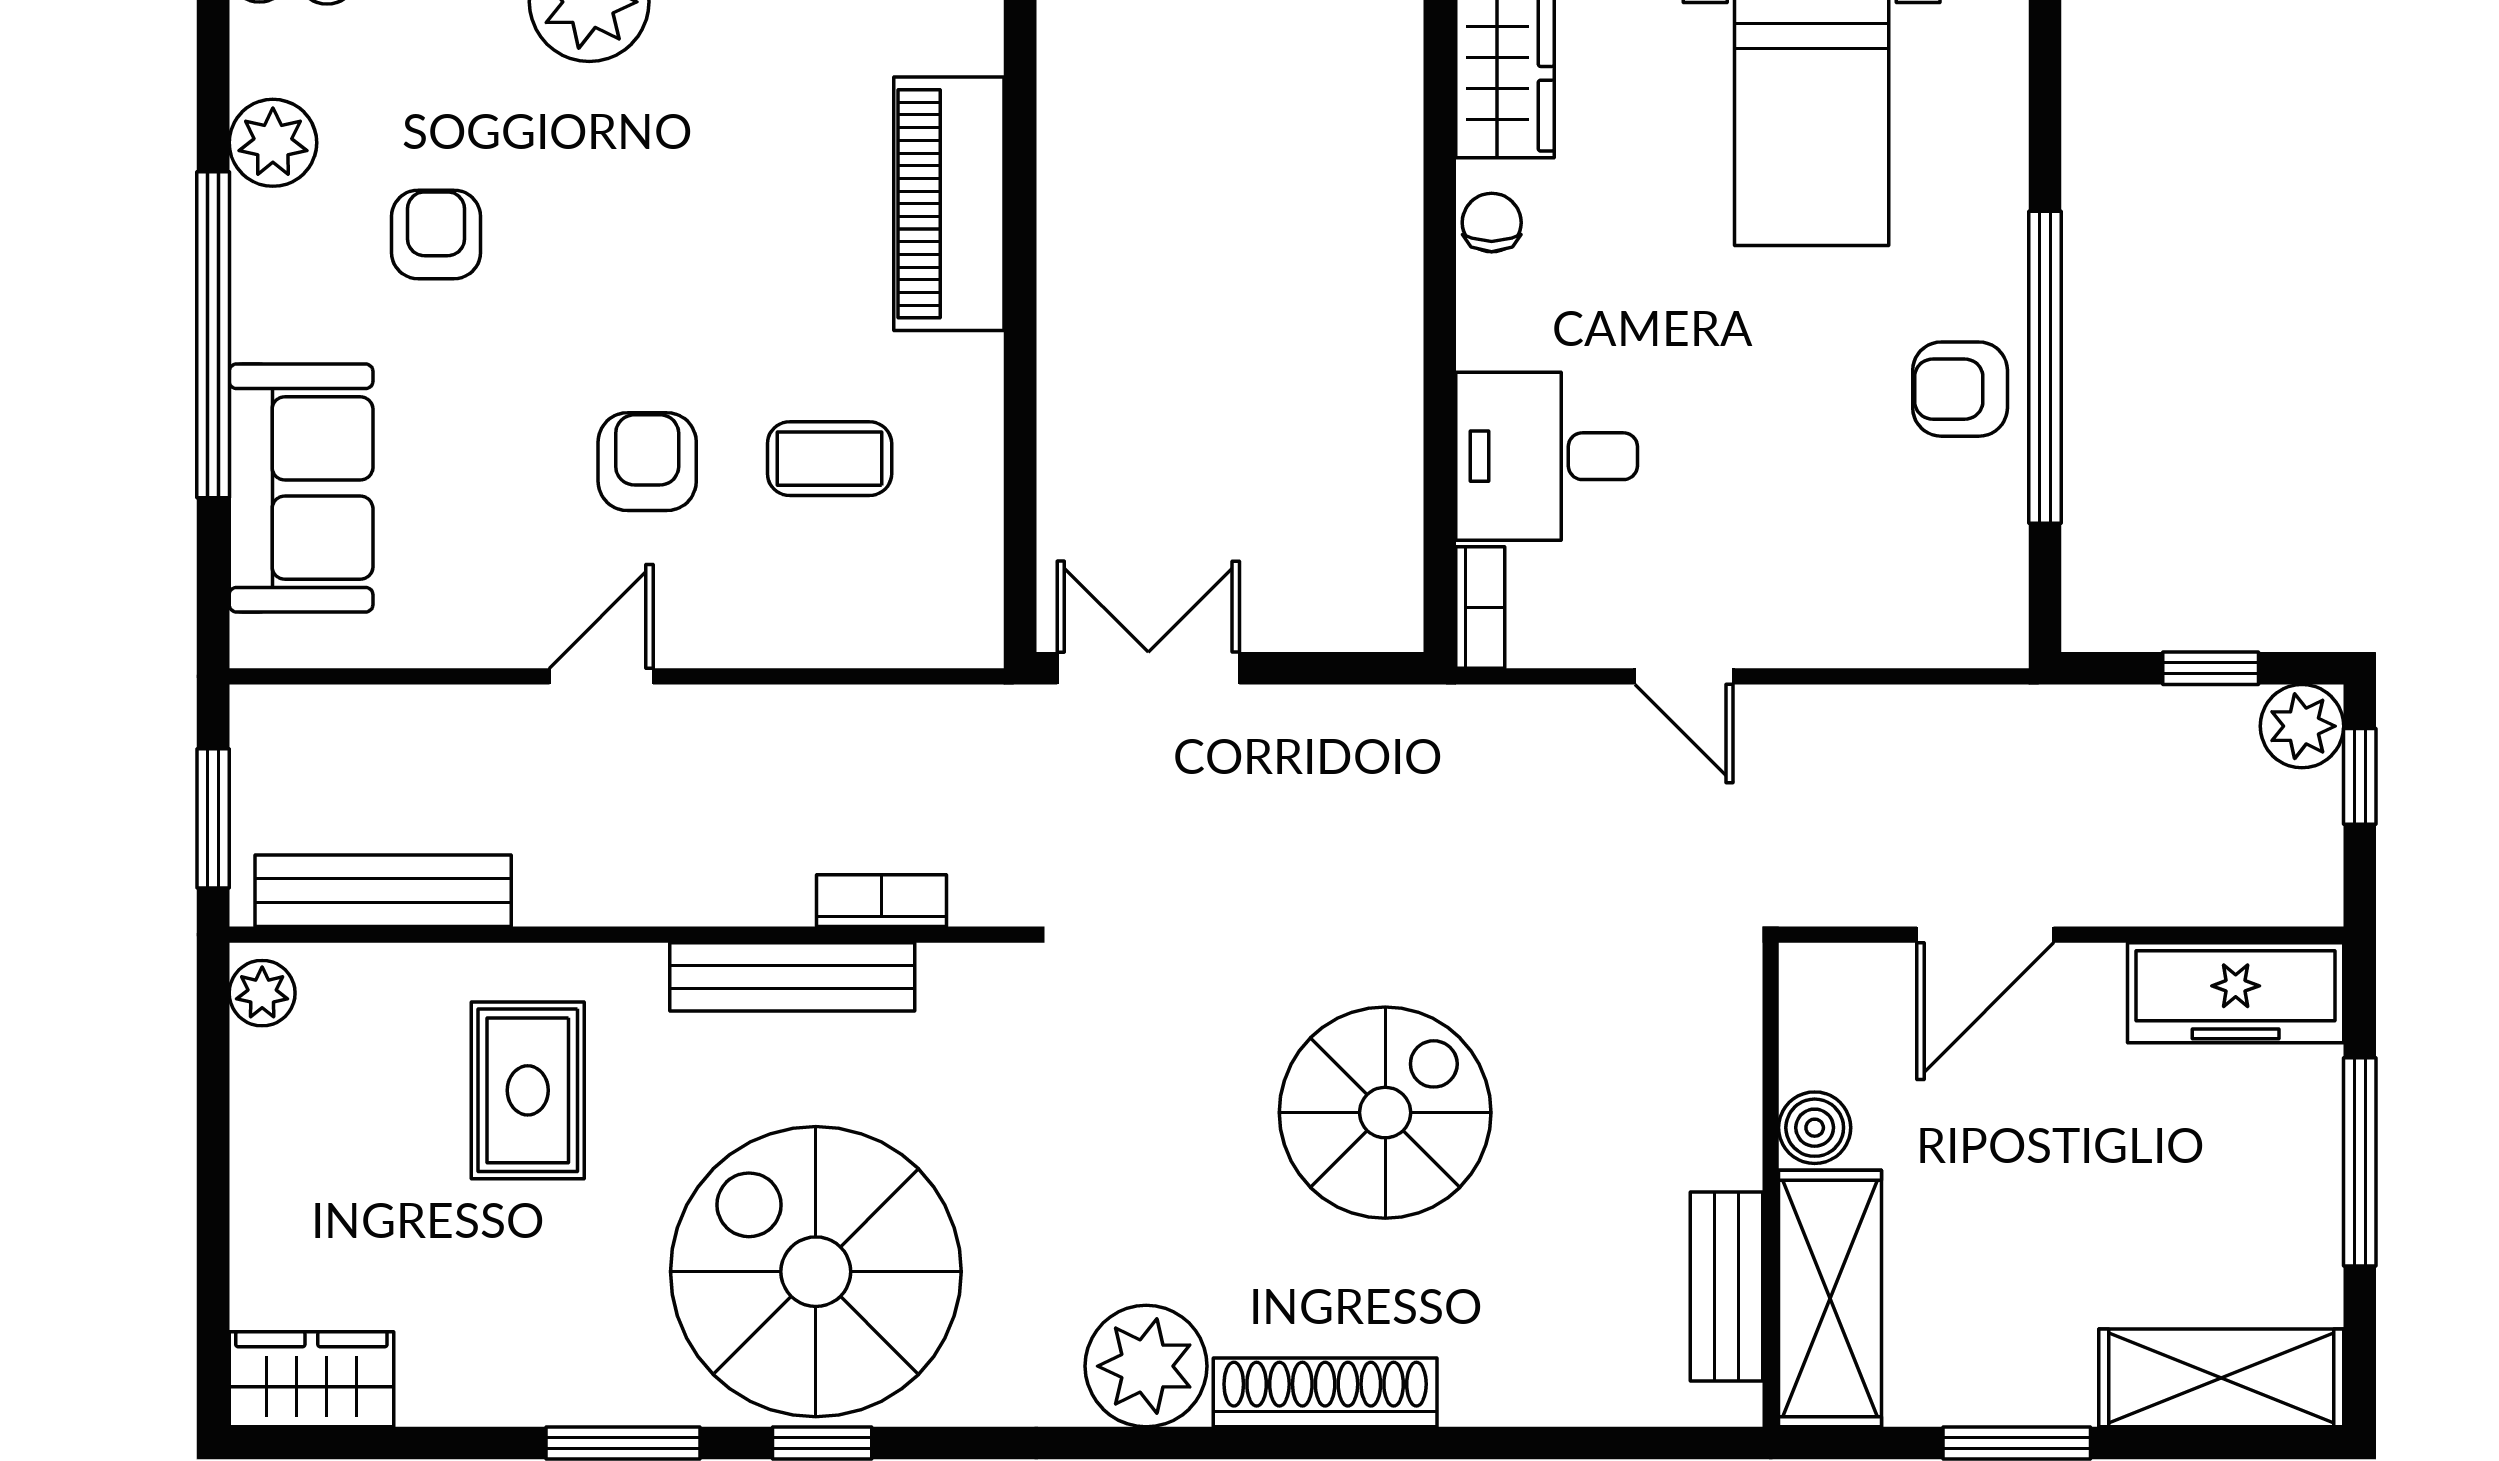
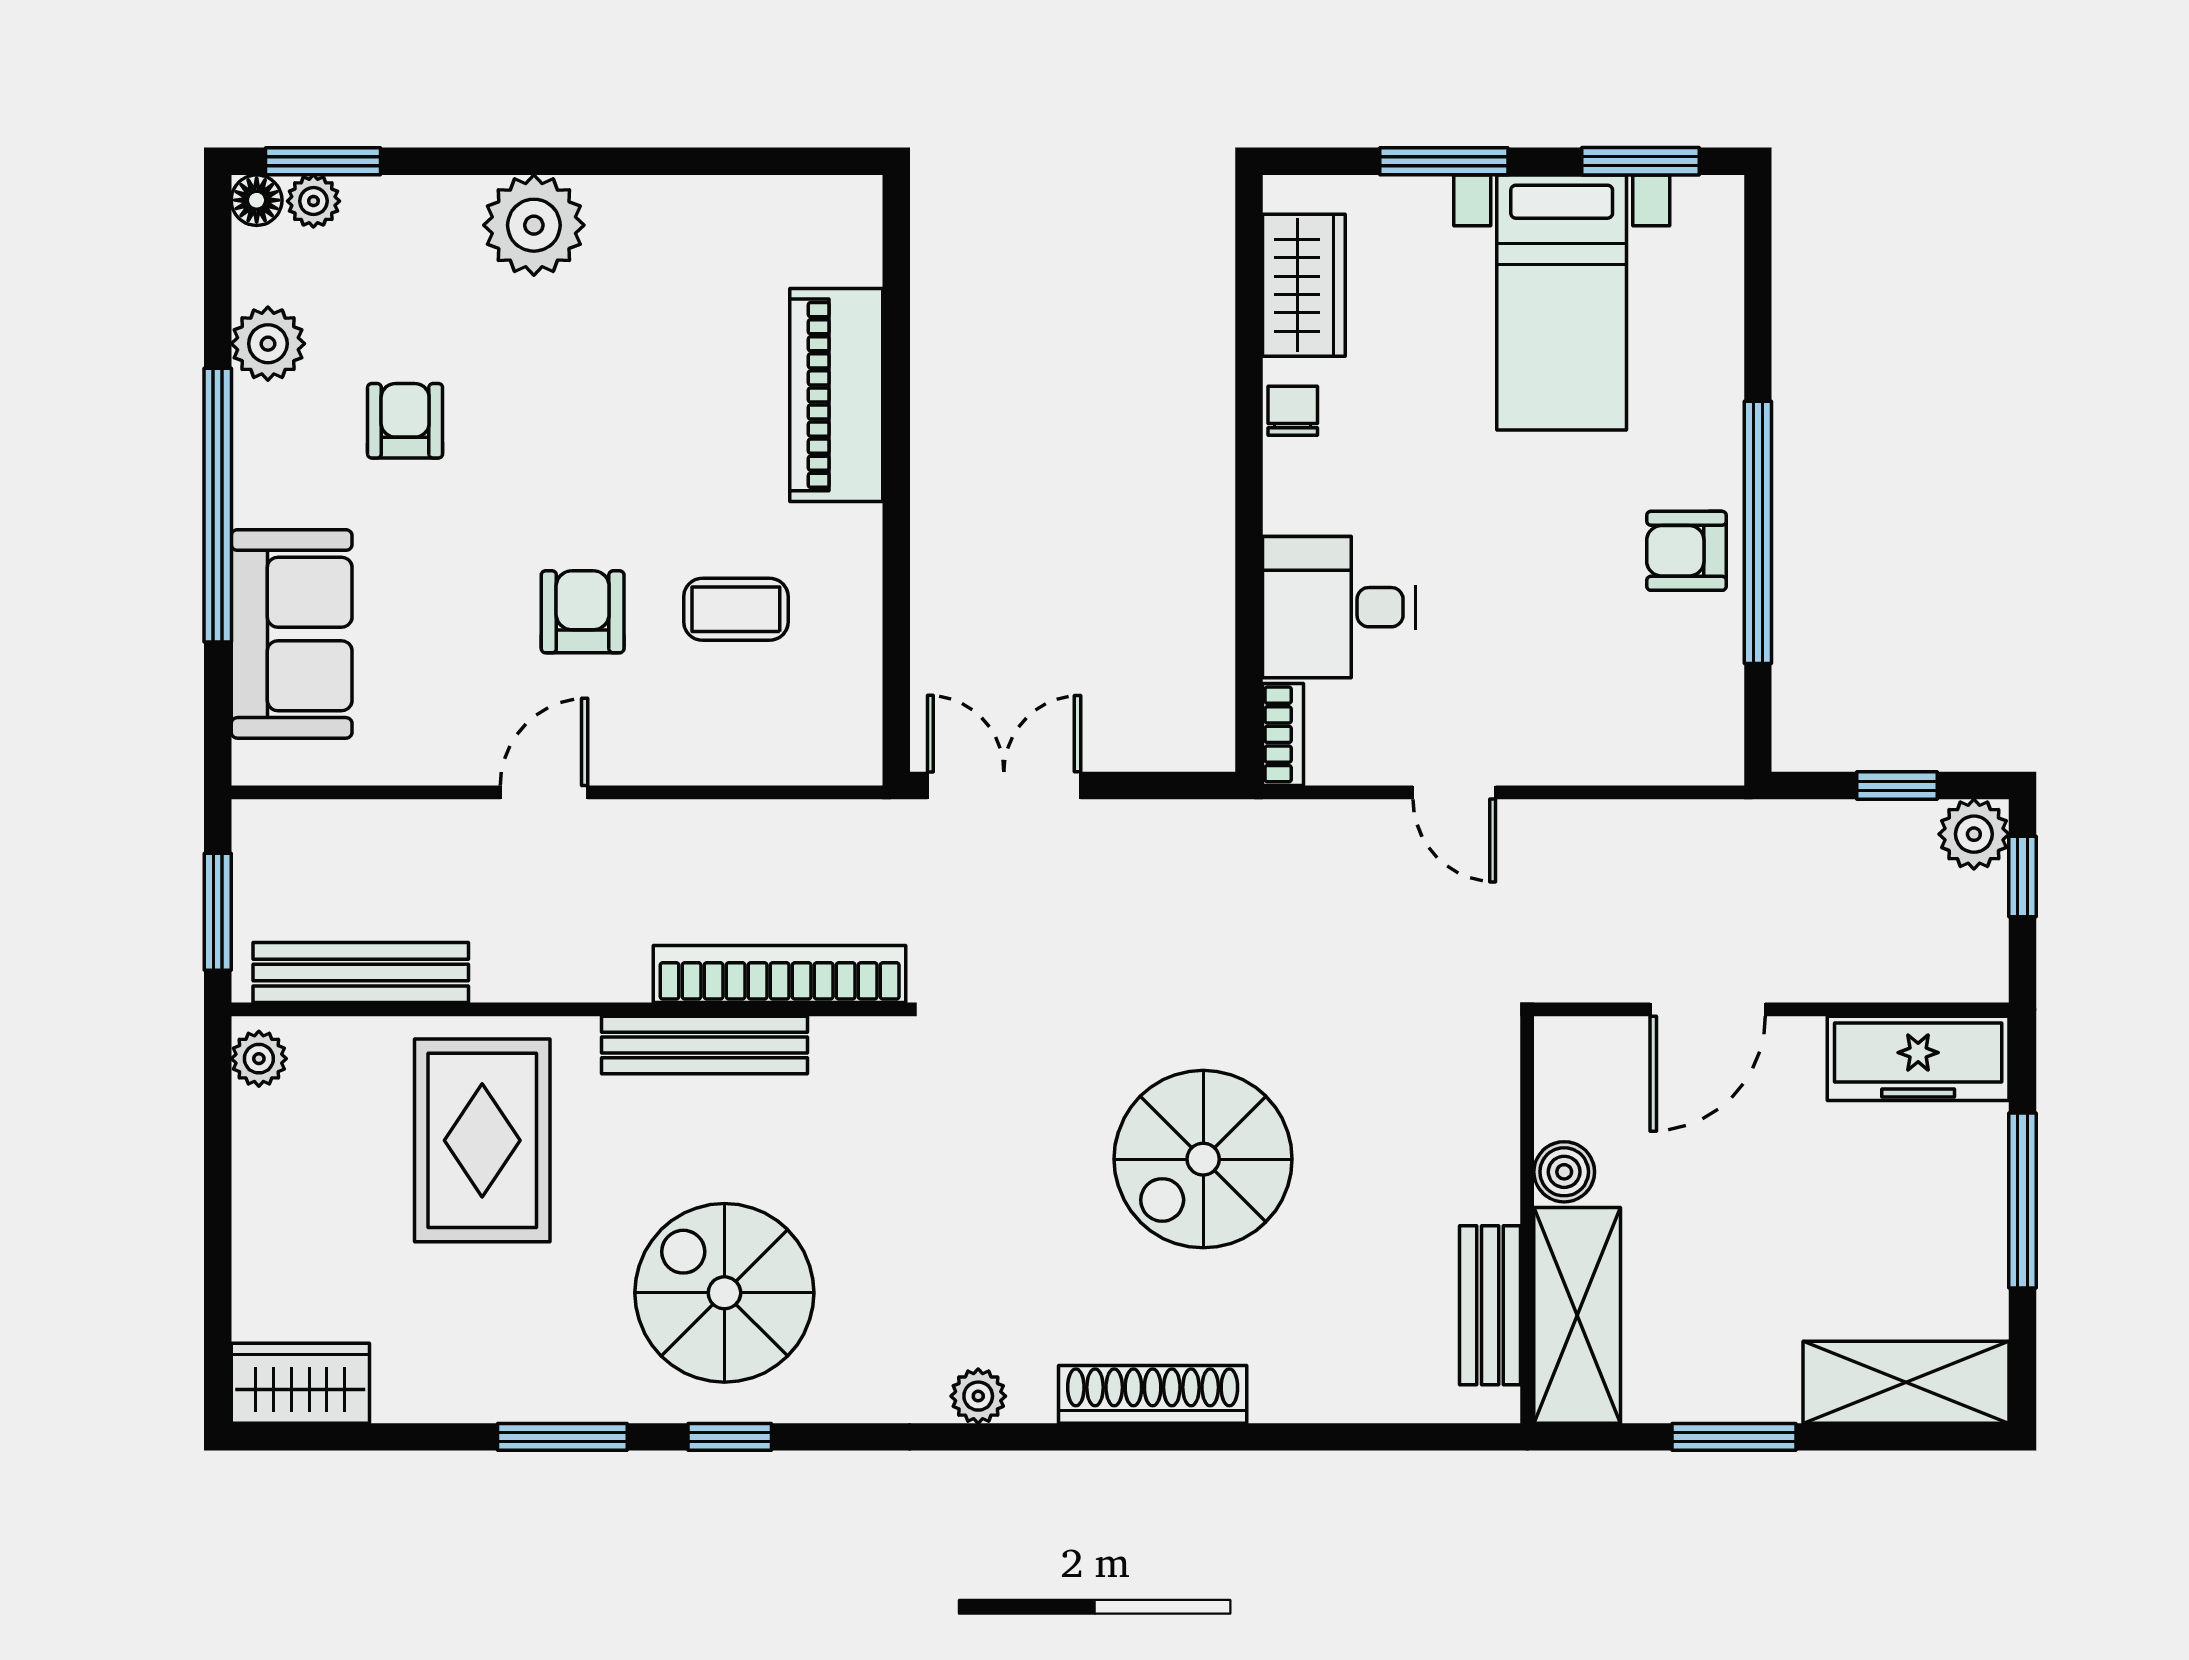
bookcase: (881, 901) -> (780, 974), width x2.31, depth x1.31
rug: (528, 1090) -> (482, 1140), width x1.36, depth x1.43
spiral stairs: (1385, 1113) -> (1203, 1159), turned 180
spiral stairs: (816, 1272) -> (724, 1293), width x0.73, depth x0.73
plant: (1146, 1366) -> (978, 1396), width x0.53, depth x0.53

